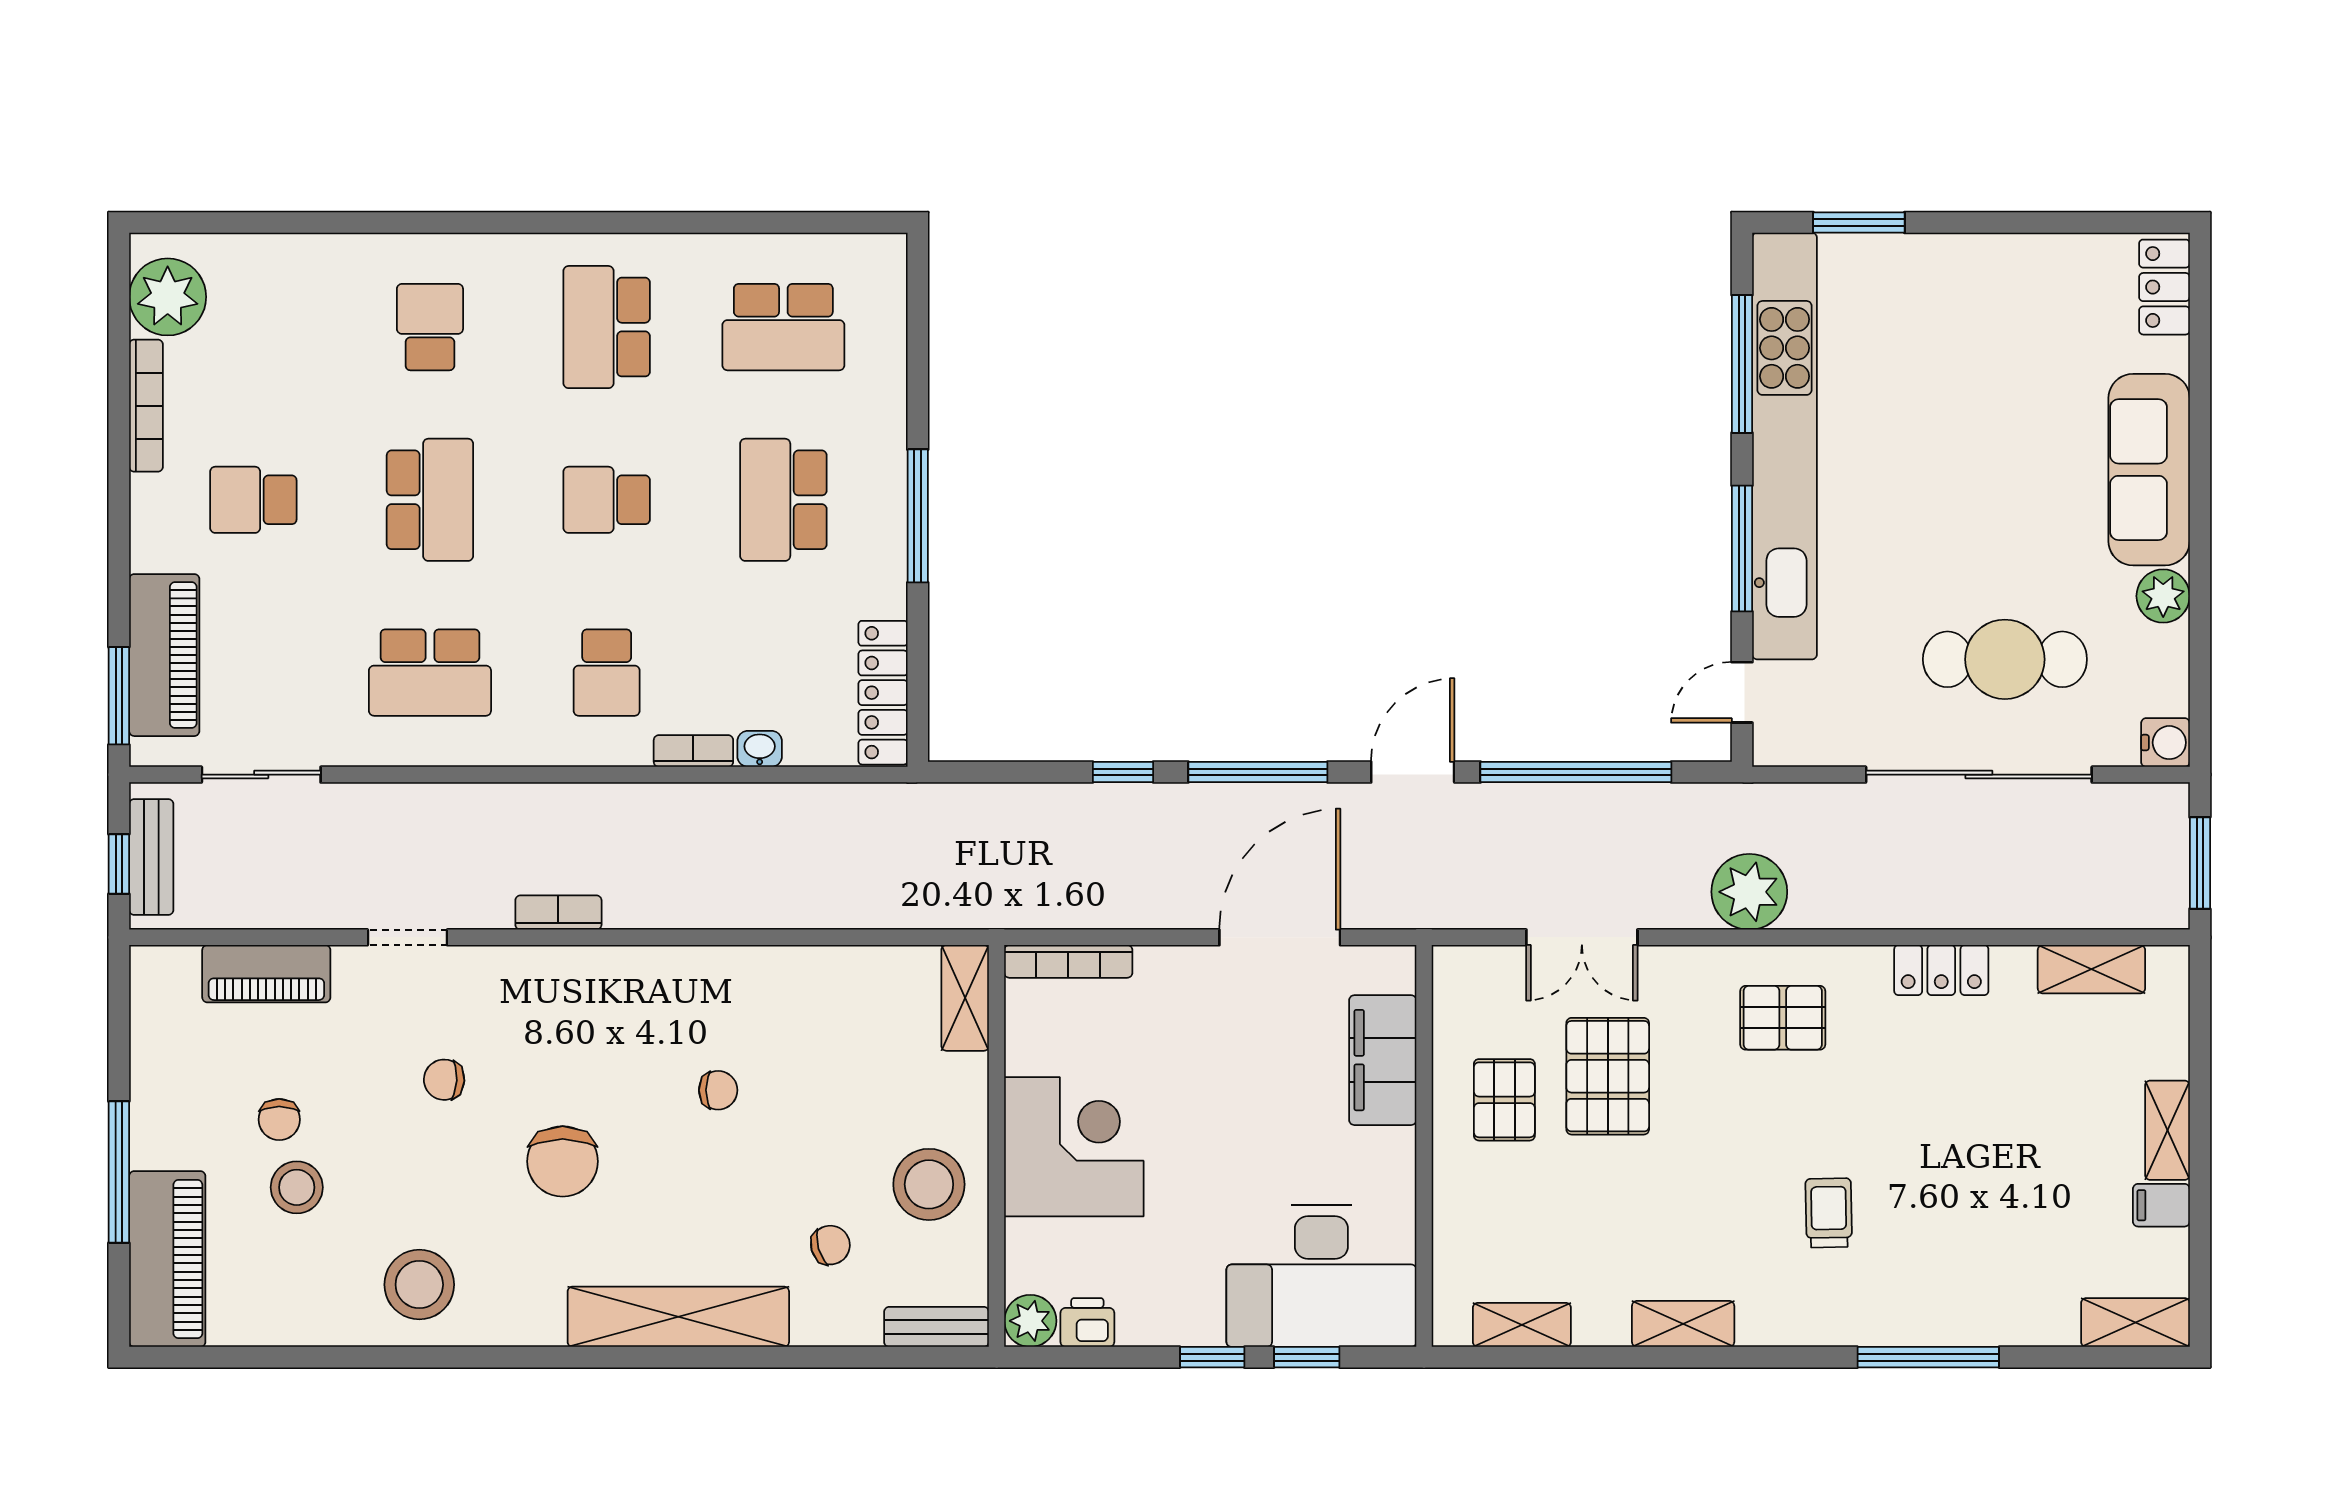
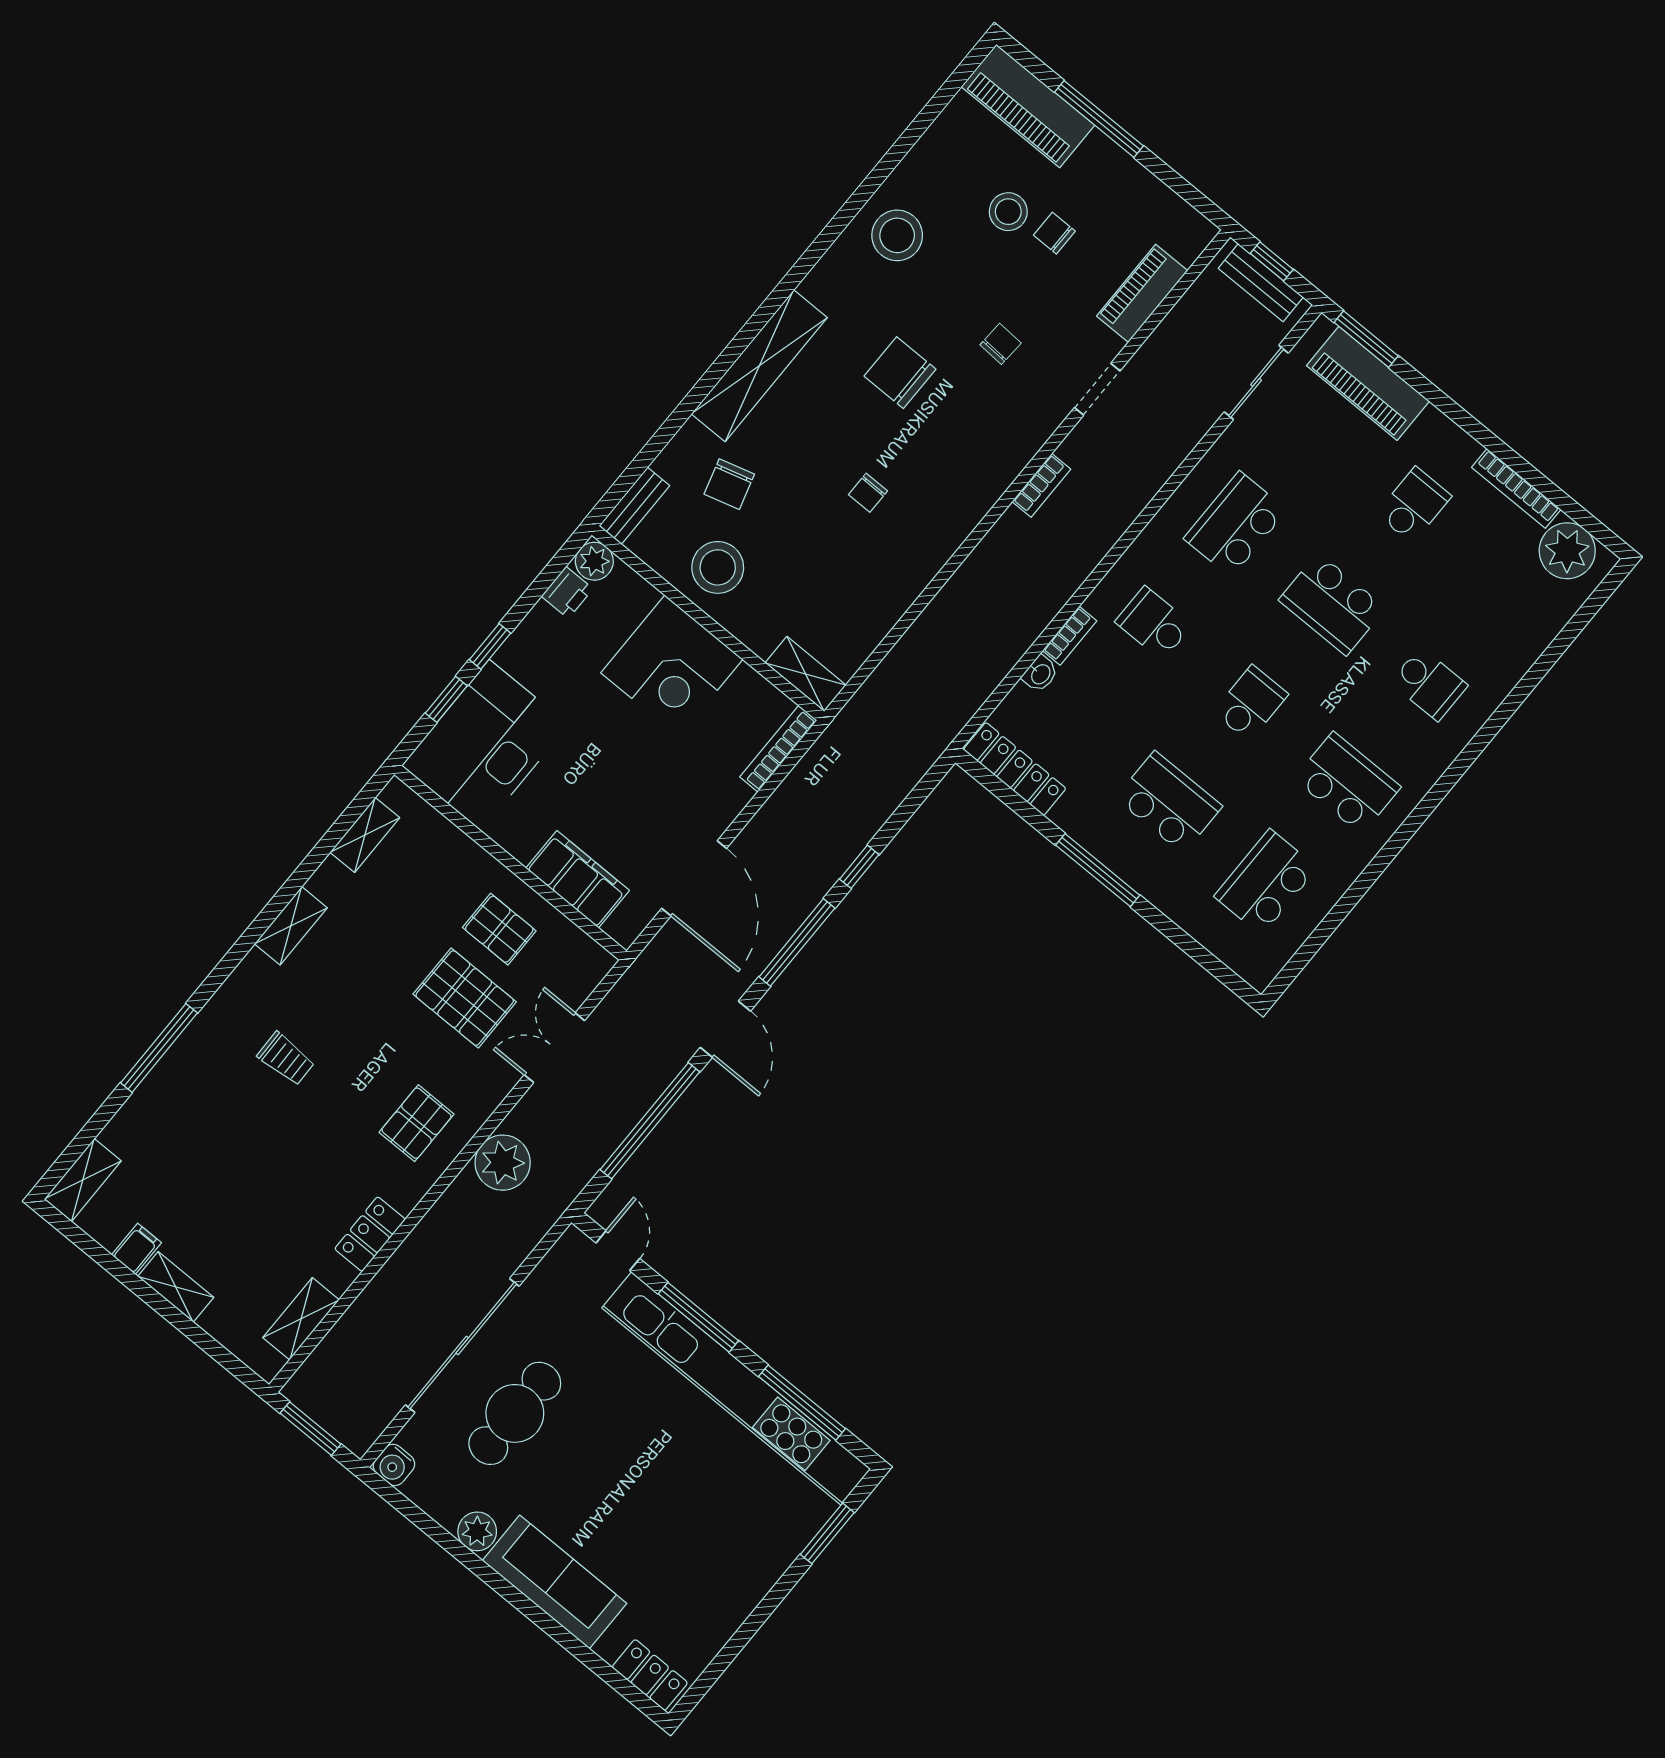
chair: (830, 1245) -> (729, 484), width x1.37, depth x1.37

